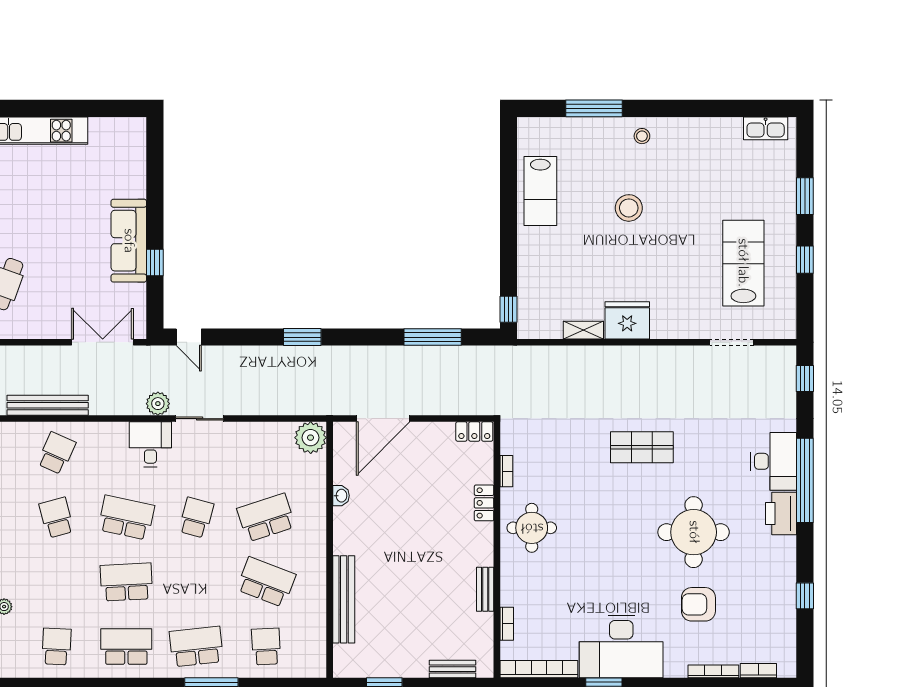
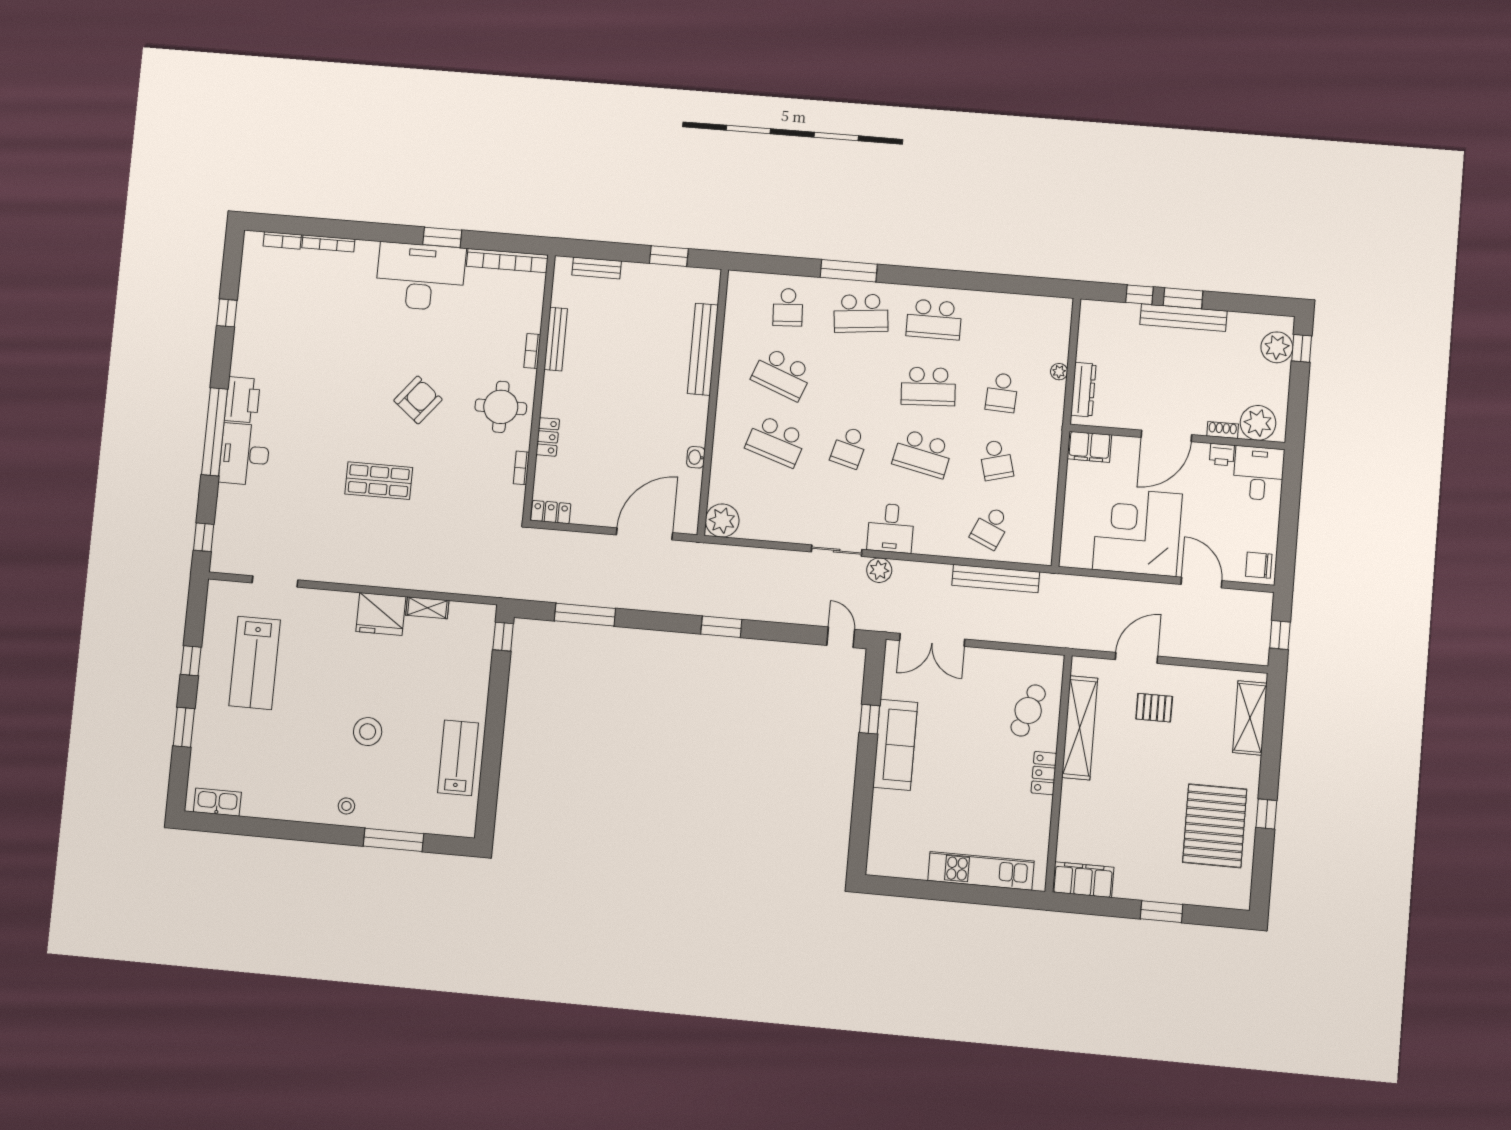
school desk: (266, 518) -> (776, 441), turned 36
round table: (694, 532) -> (334, 388), removed
bench: (485, 589) -> (556, 339), width x1.36
armchair: (698, 604) -> (418, 400), moved, turned -51
bookcase: (507, 624) -> (532, 351), moved
school desk: (56, 647) -> (1002, 393), moved

